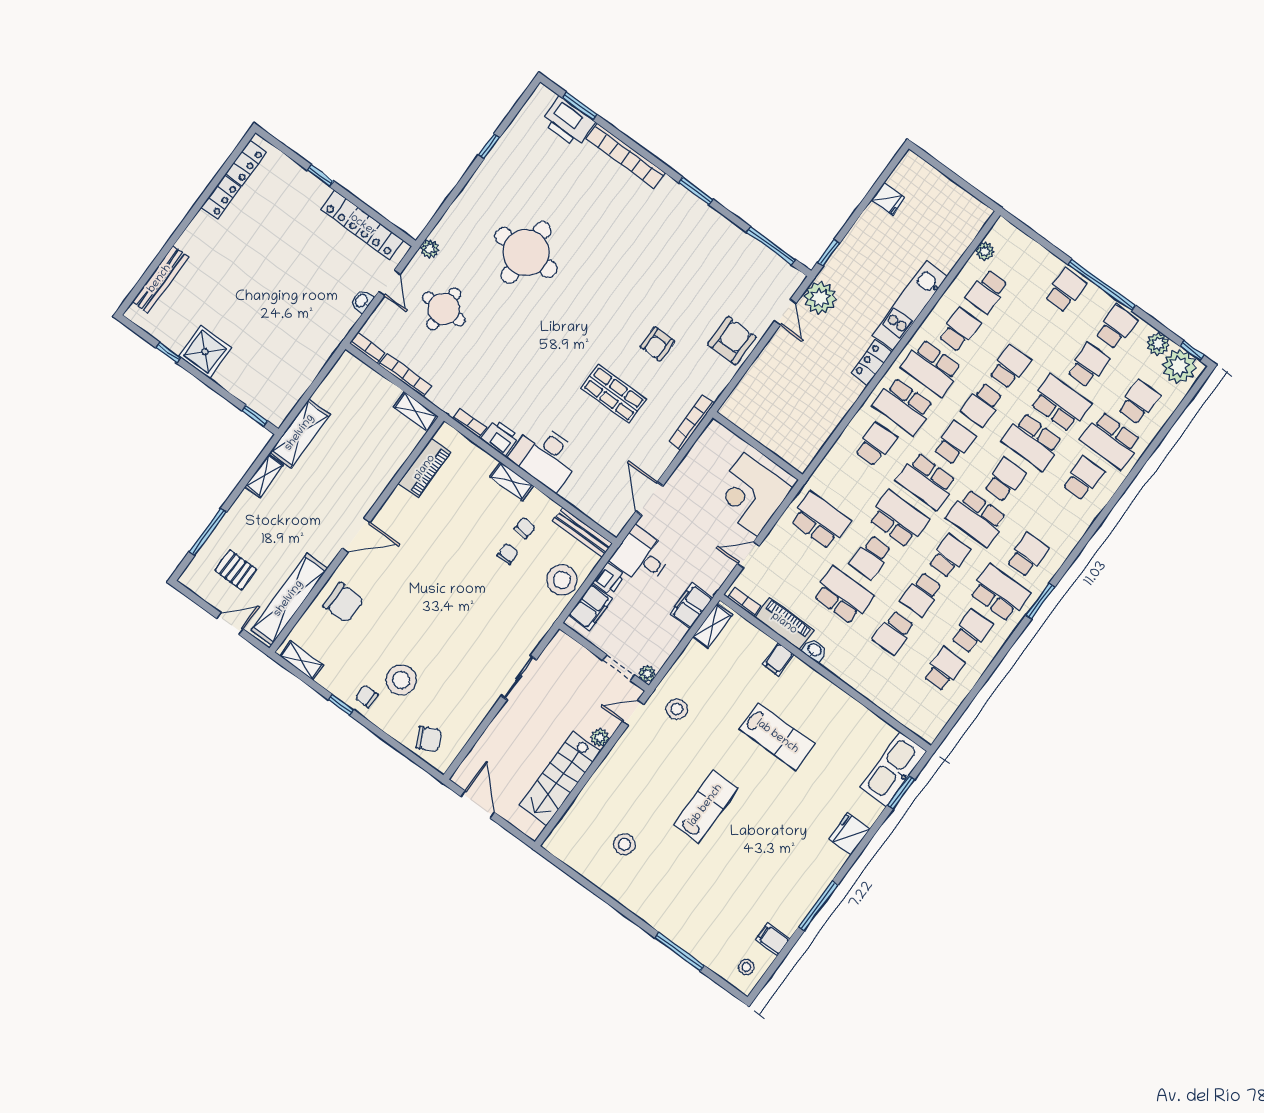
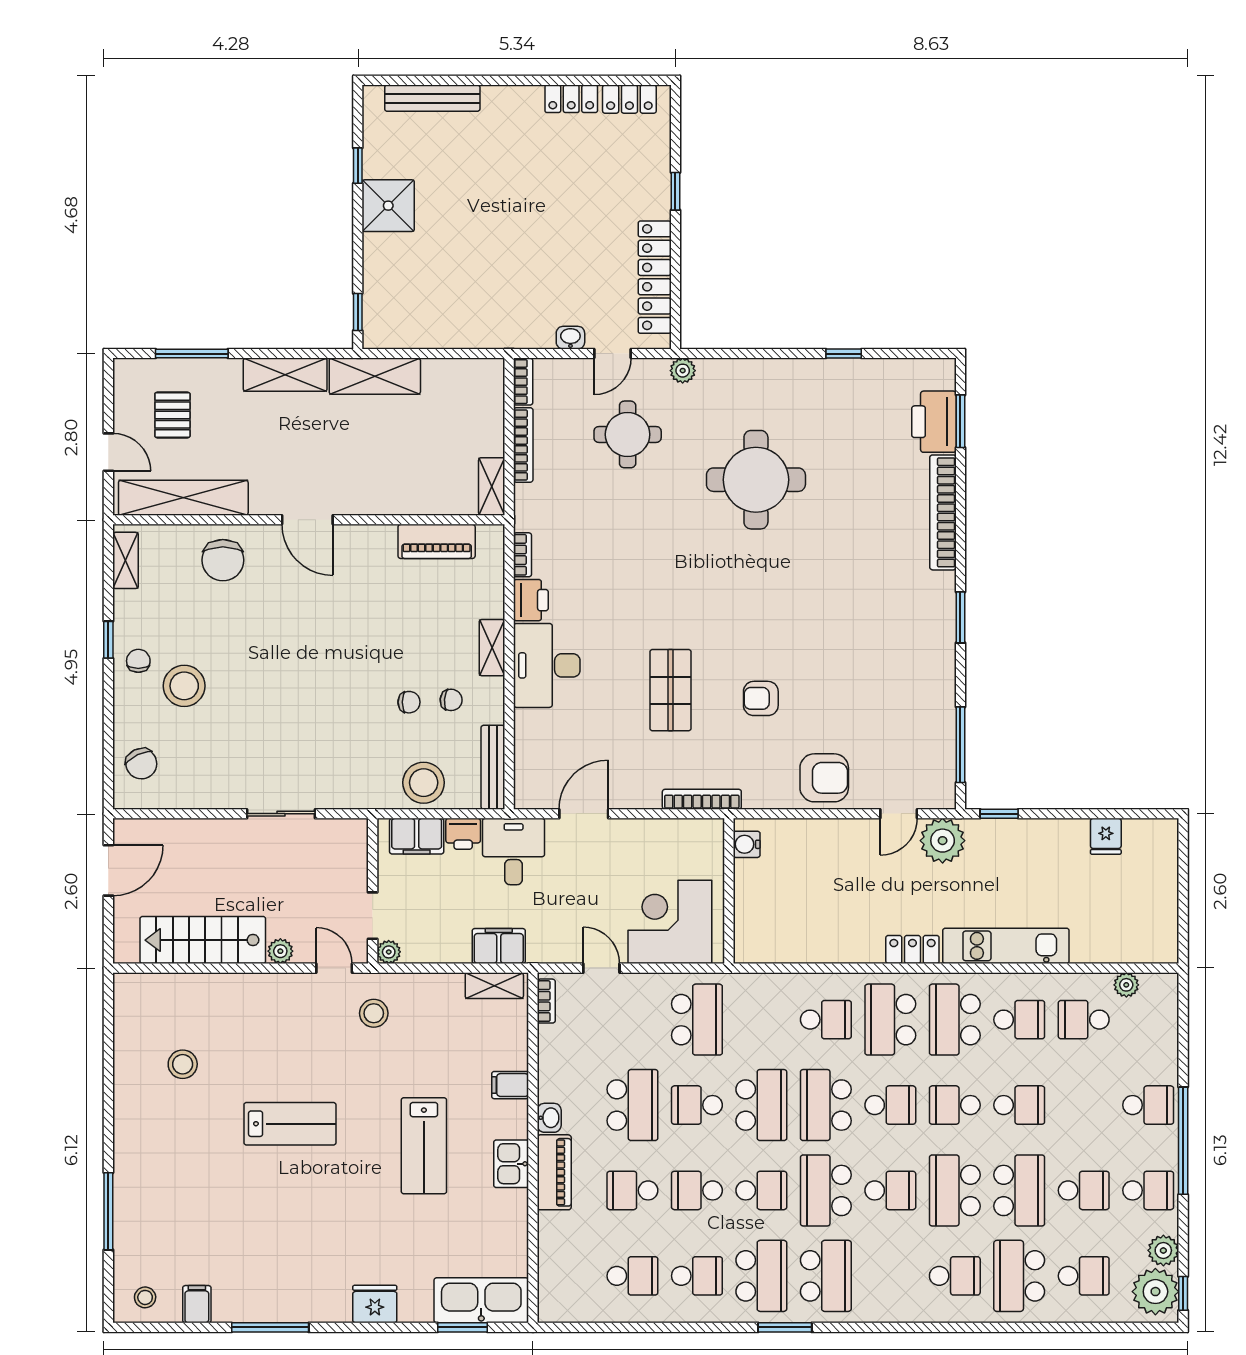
water cooler: (738, 415) -> (747, 844), added
shelving: (264, 476) -> (285, 375), width x1.50, depth x1.33
school desk: (1027, 555) -> (826, 1276), width x1.85
piano: (784, 624) -> (554, 1172), moved
kitchen sink: (825, 693) -> (511, 1164), added

